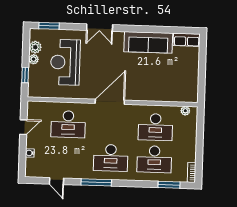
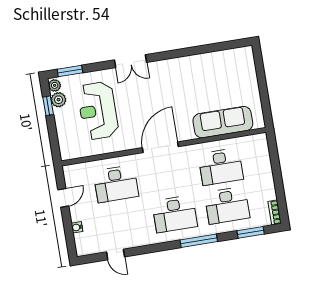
row of seats: (187, 40) -> (237, 55), removed
sofa: (148, 42) -> (223, 122), moved, turned 180
plant: (34, 59) -> (55, 85), moved
window: (25, 75) -> (48, 106), moved
plant: (185, 111) -> (253, 140), removed
window: (96, 182) -> (199, 241), moved

